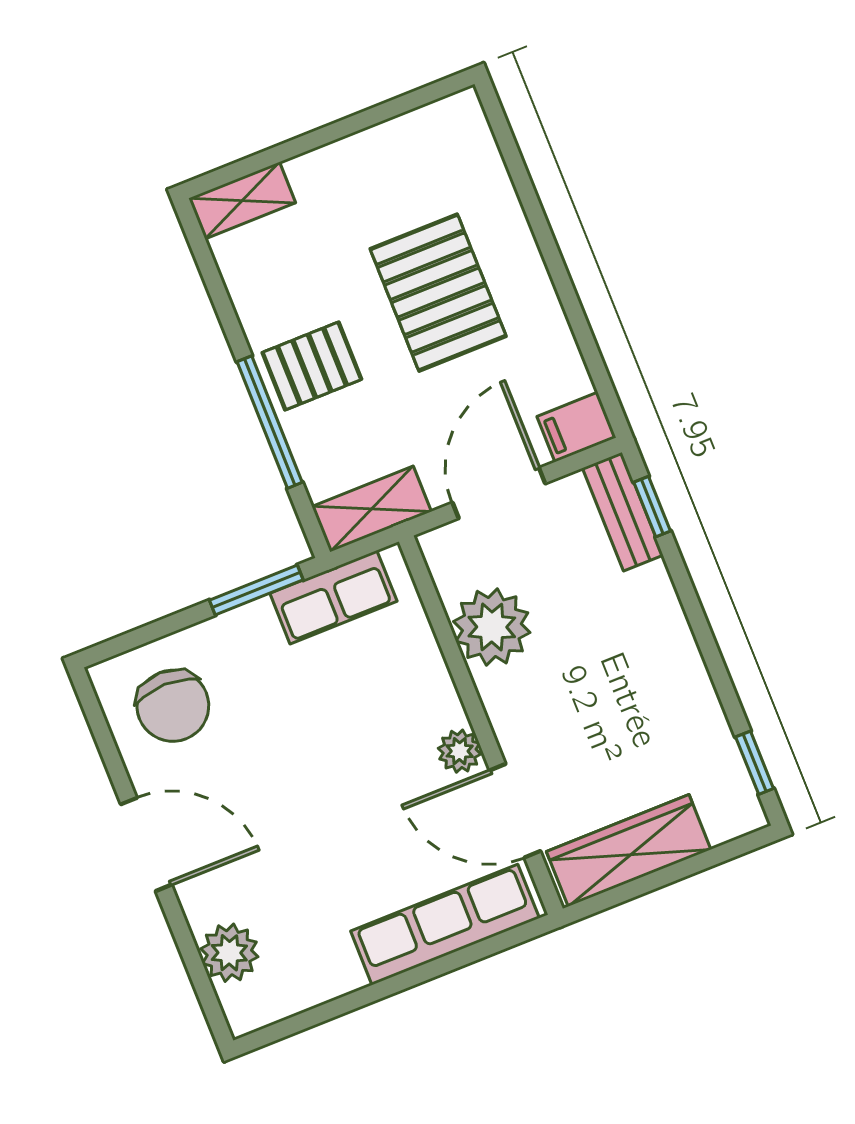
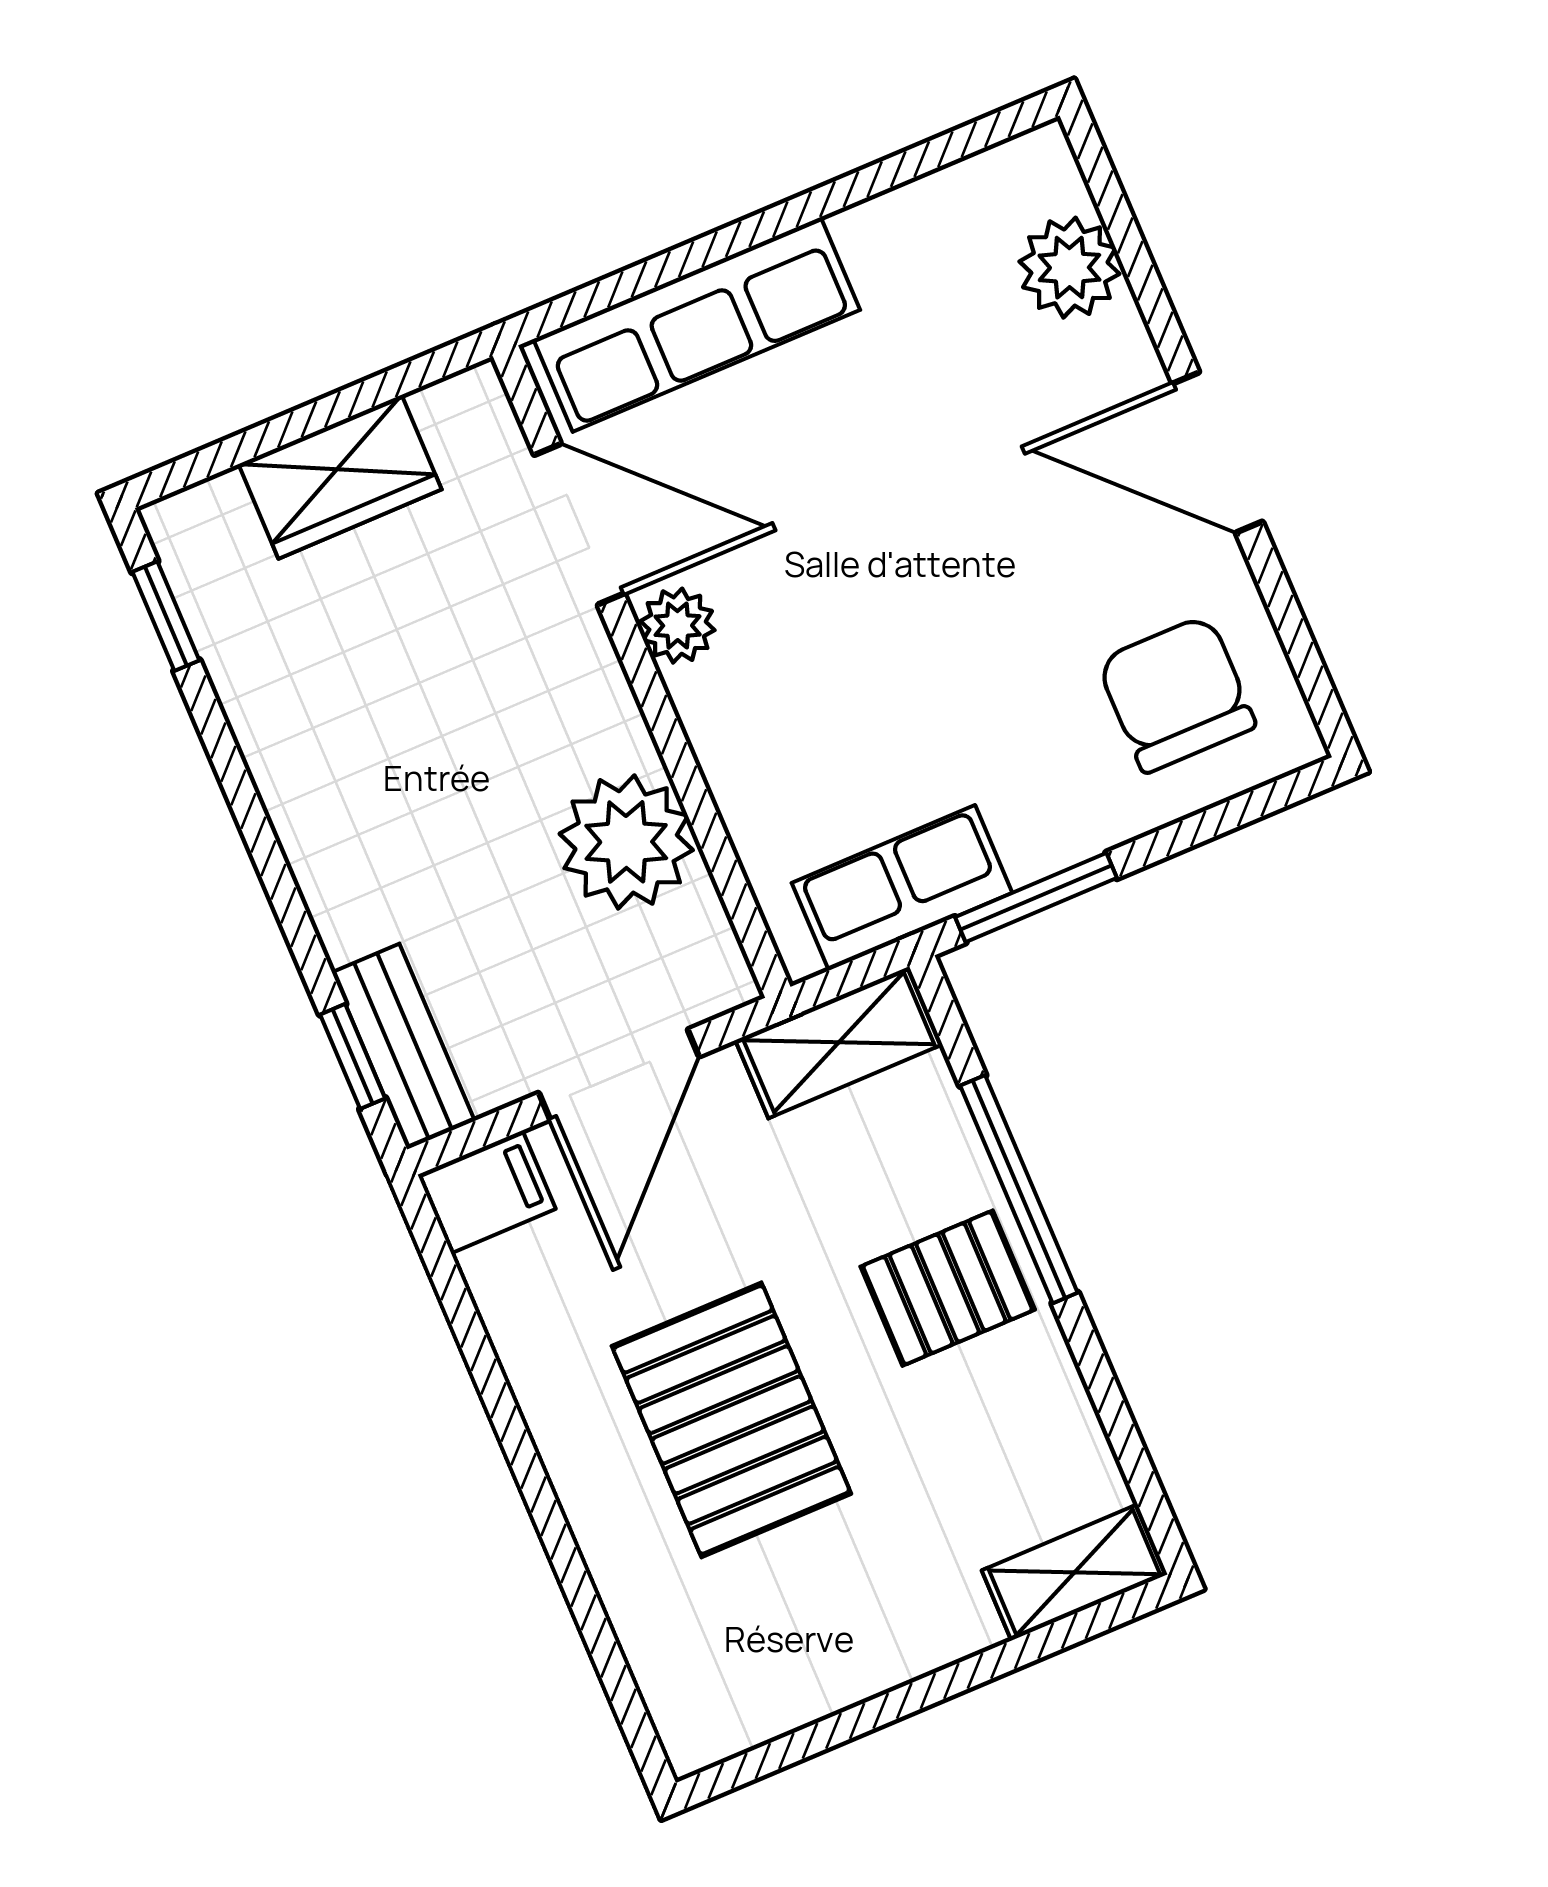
wardrobe: (629, 850) -> (340, 477), width x0.67

